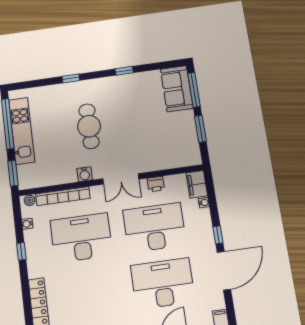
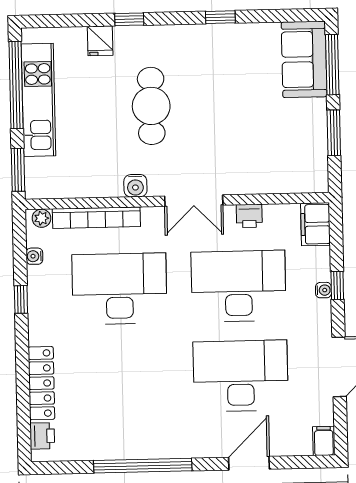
fridge: (55, 93) -> (100, 41), added
water cooler: (204, 203) -> (323, 290), moved
window: (218, 235) -> (337, 285), moved

